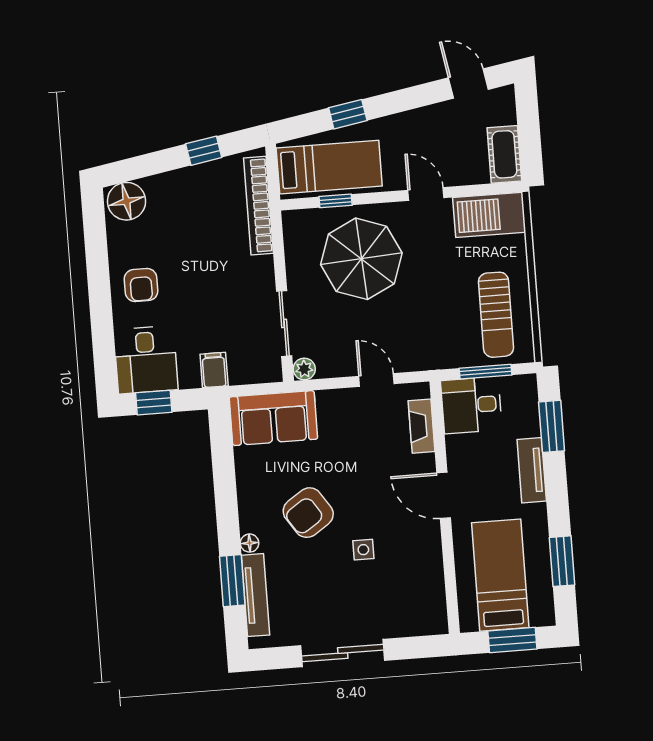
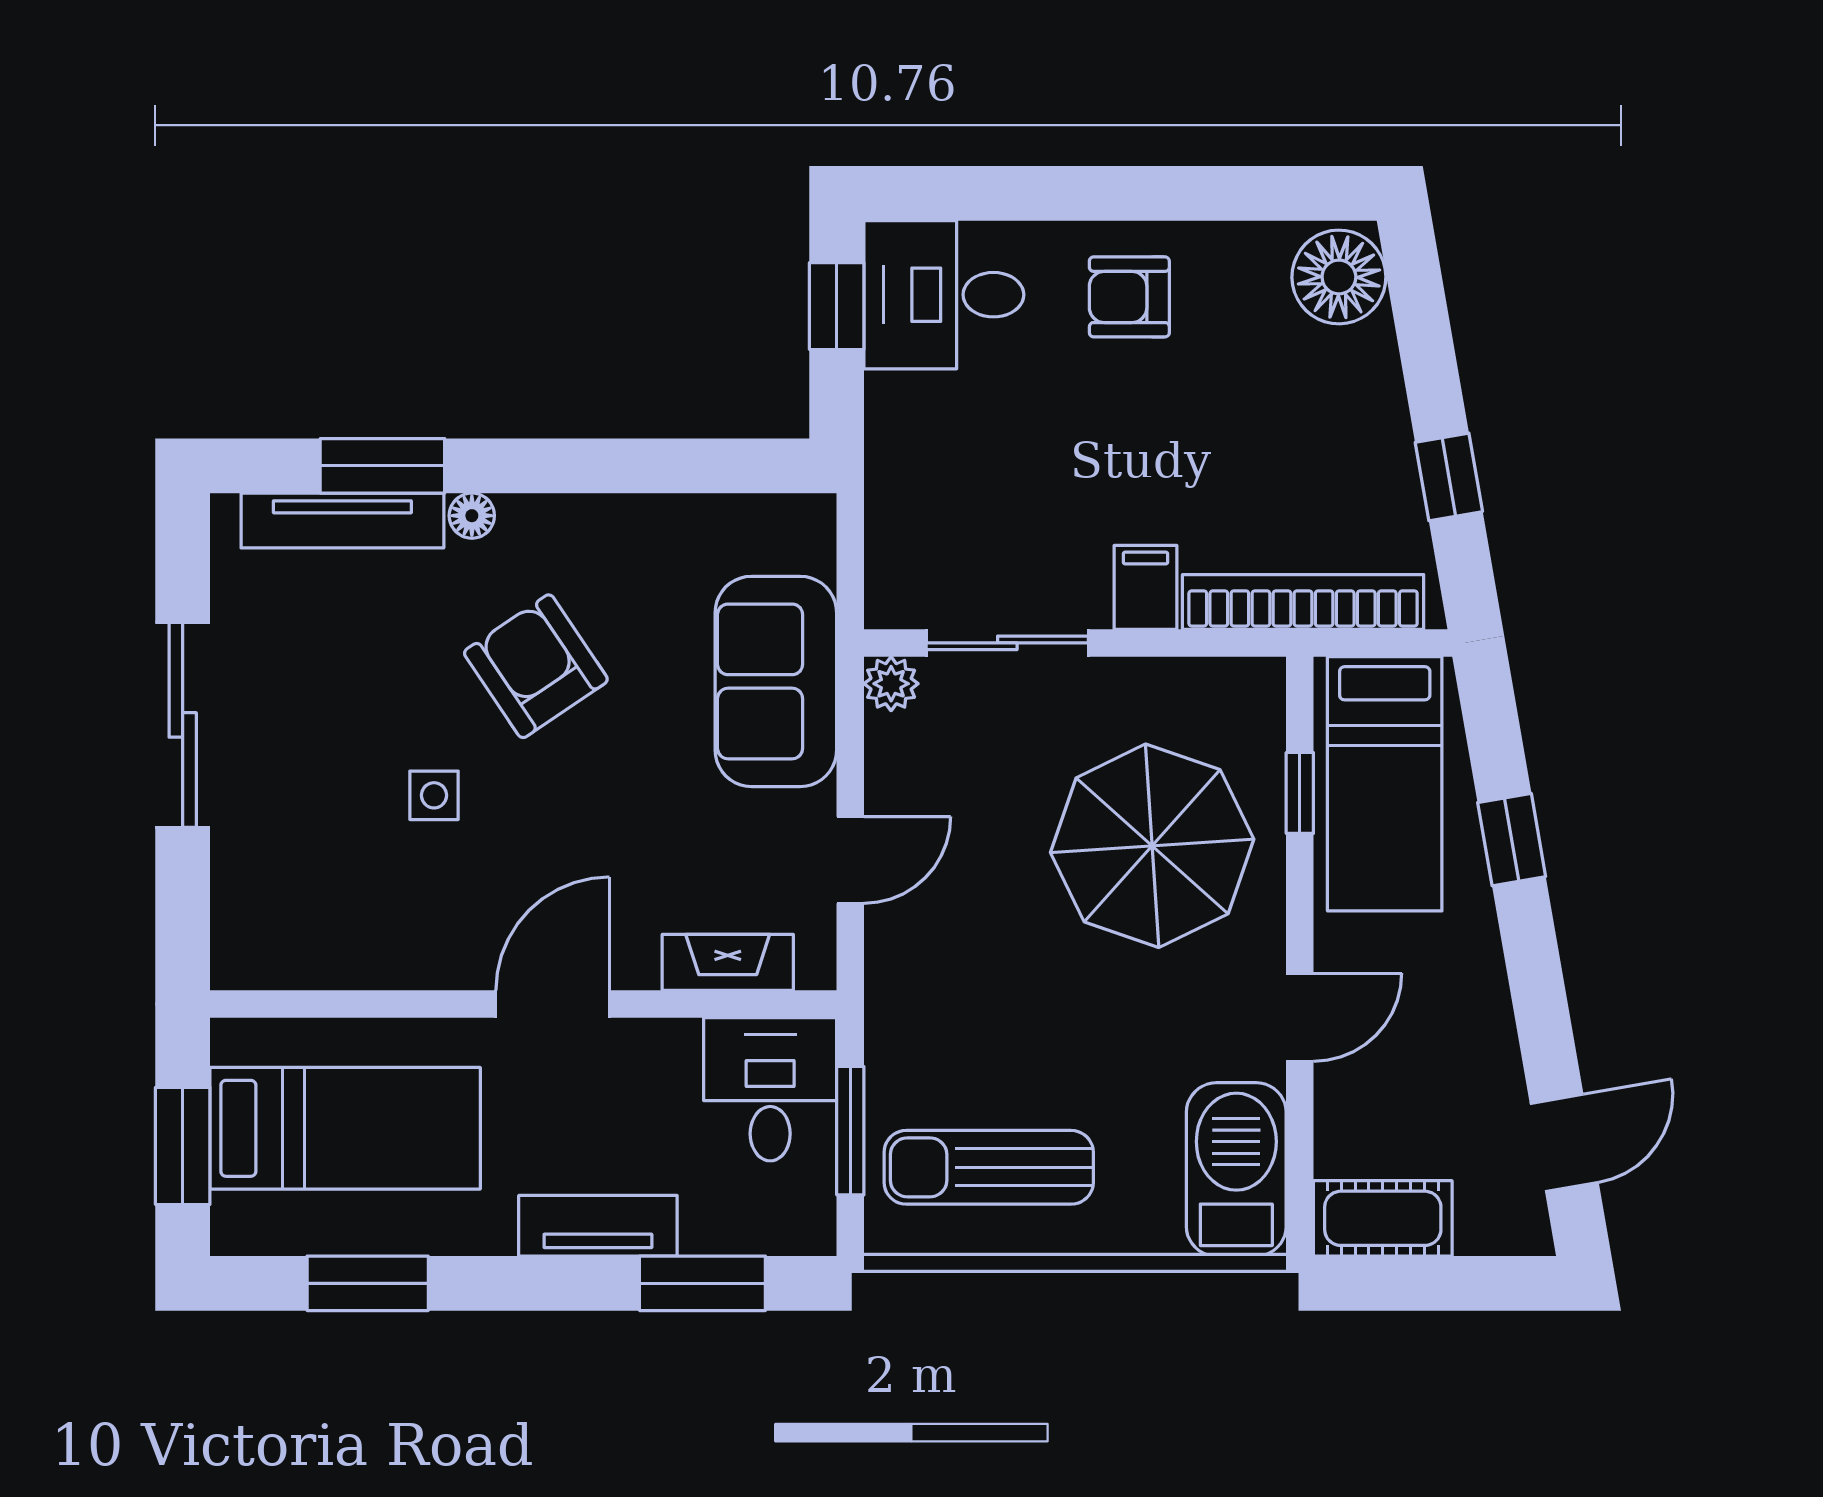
filing cabinet: (214, 370) -> (1146, 587), moved, turned -90
sofa: (273, 418) -> (776, 681), moved

